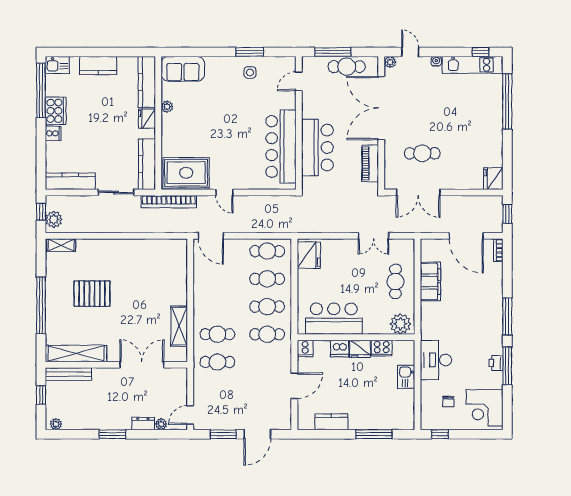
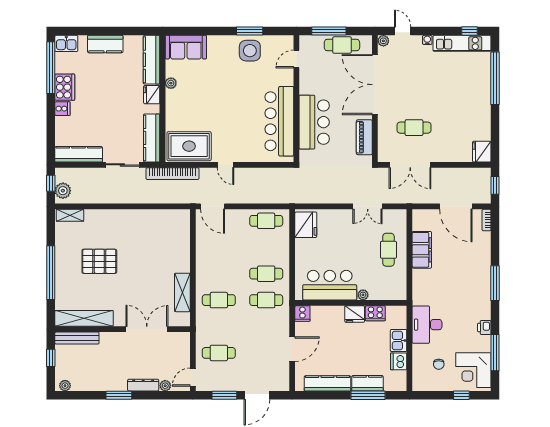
side table: (250, 72) -> (250, 51), width x1.87, depth x1.87
cafe table: (267, 279) -> (266, 247), removed
plant: (400, 324) -> (363, 295), moved, width x0.53, depth x0.53
dishwasher: (340, 348) -> (399, 361), moved, turned 90
cafe table: (217, 362) -> (219, 353), moved
window: (507, 366) -> (495, 353), moved
kitchen counter: (331, 422) -> (327, 383), width x1.50
kitchen counter: (373, 422) -> (367, 383), added
dresser: (143, 424) -> (143, 385), width x1.44
window: (440, 434) -> (461, 395), moved

